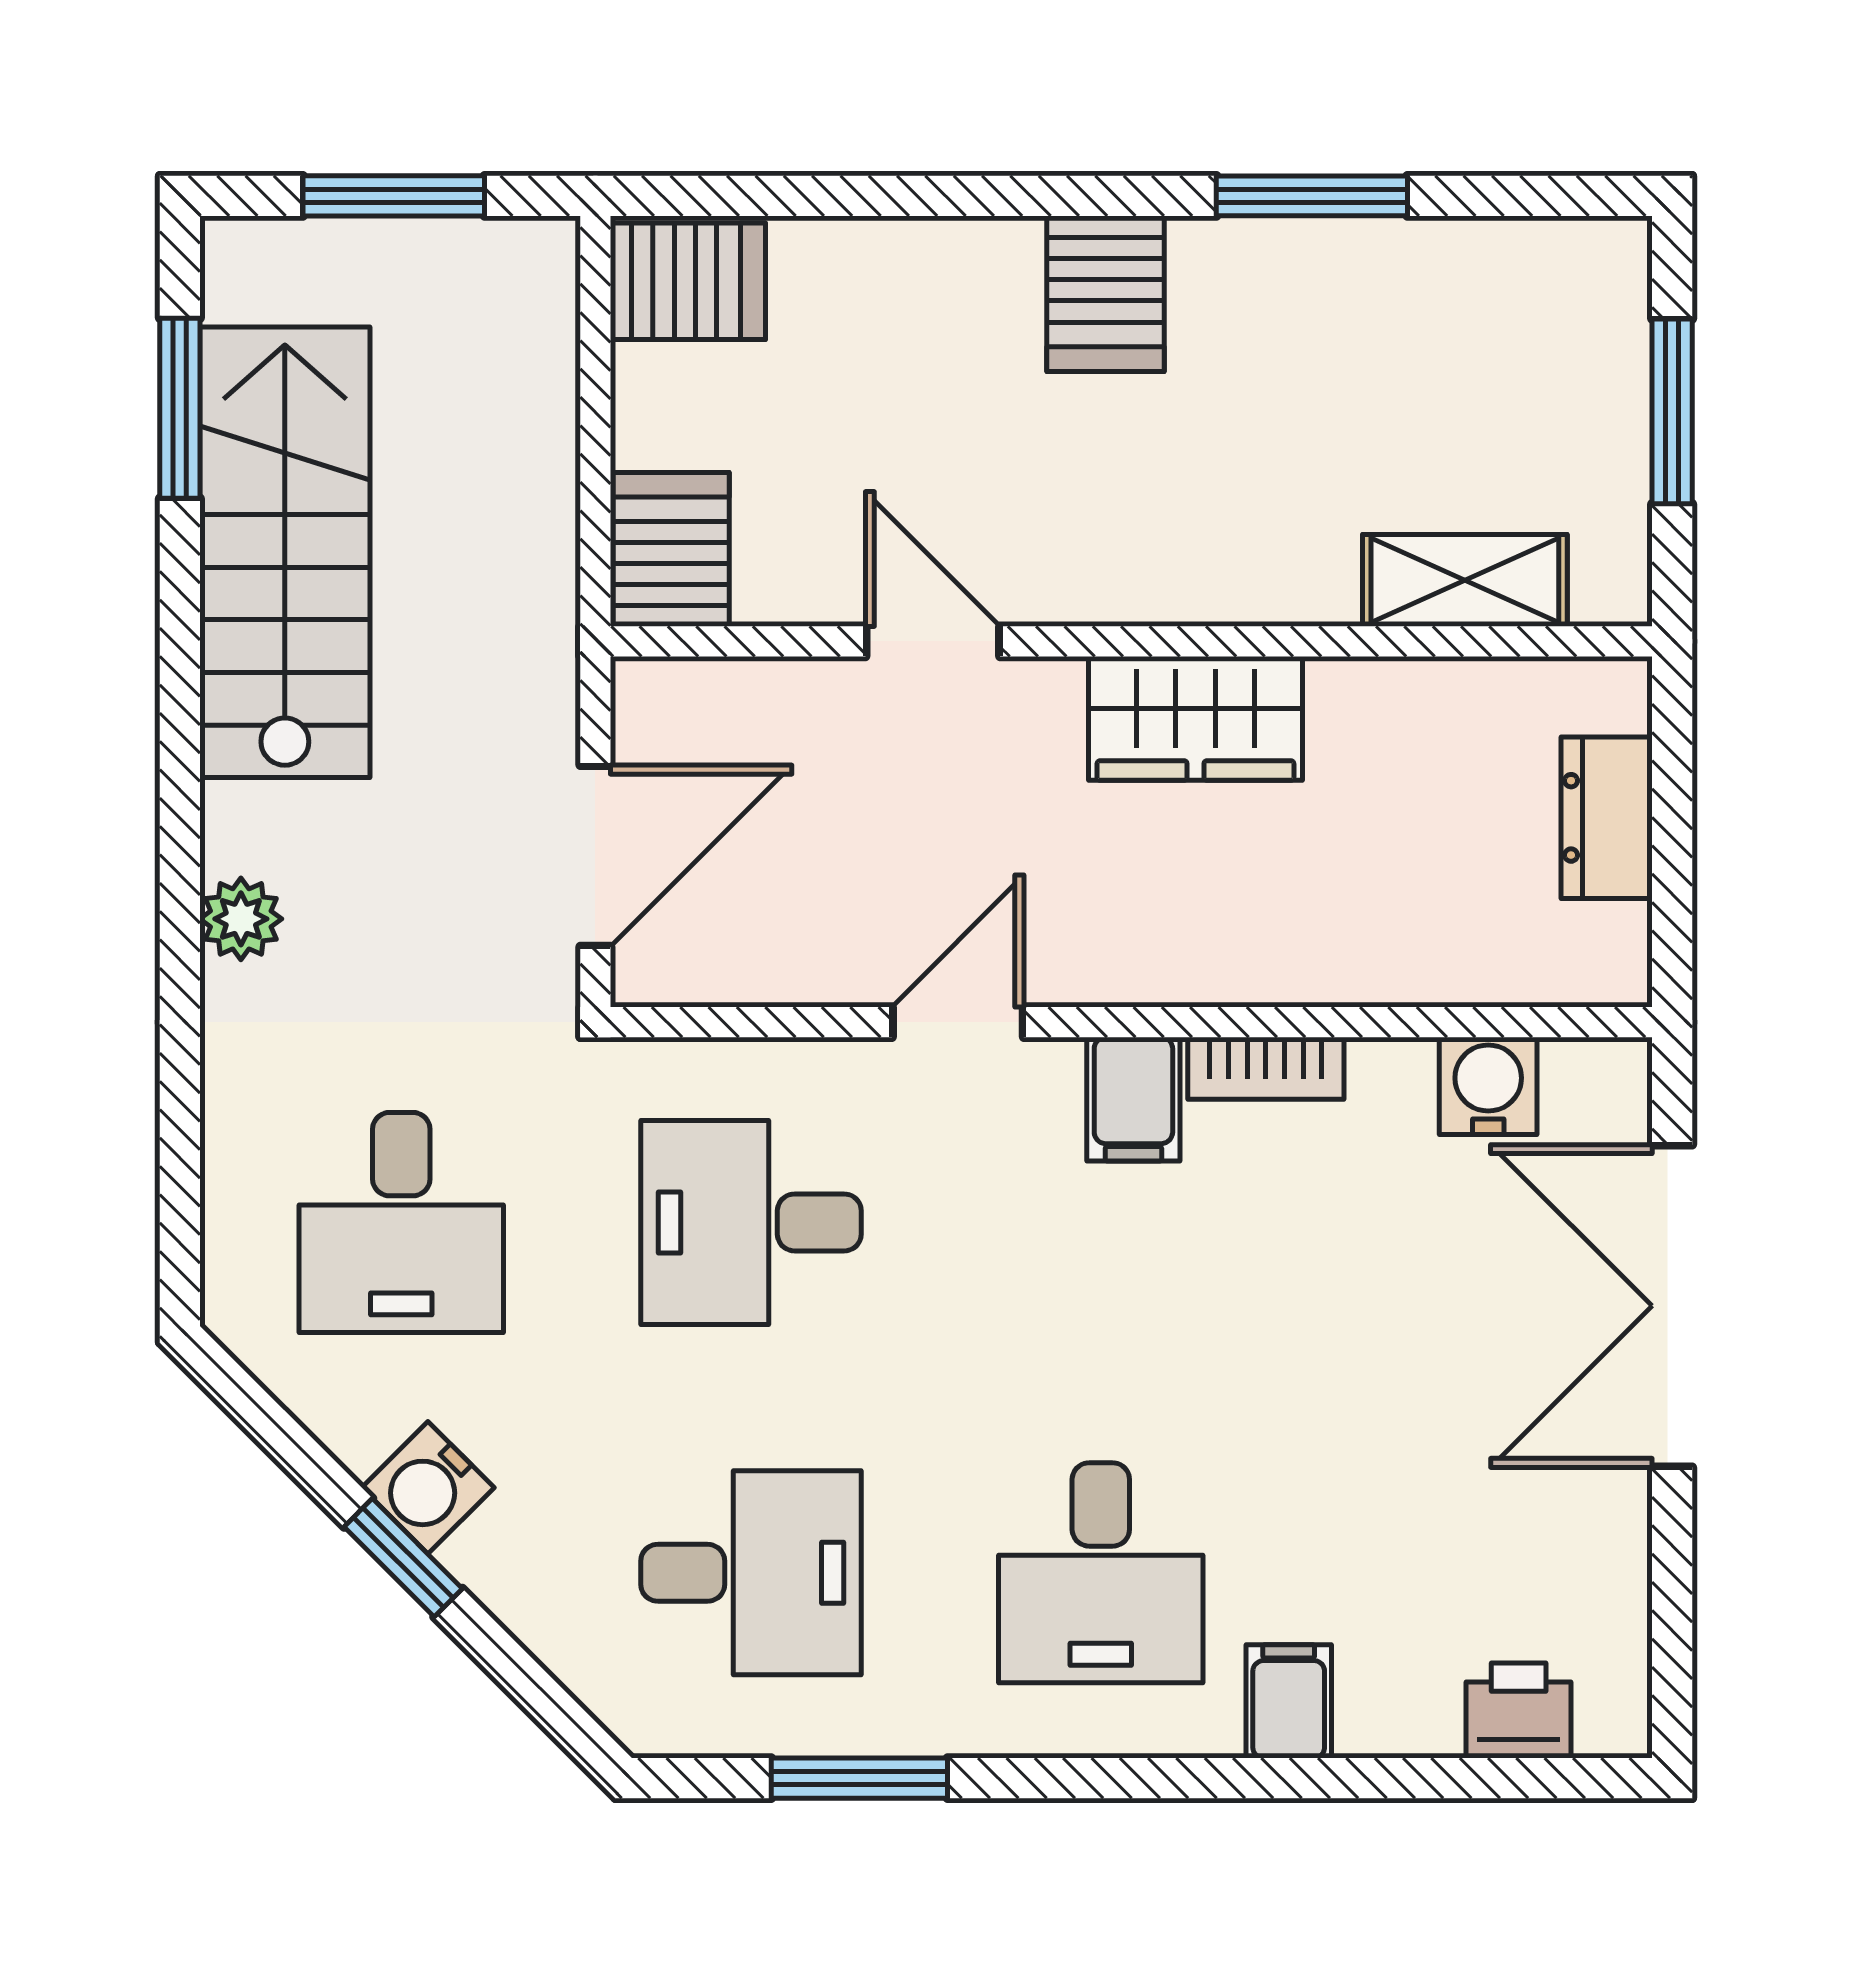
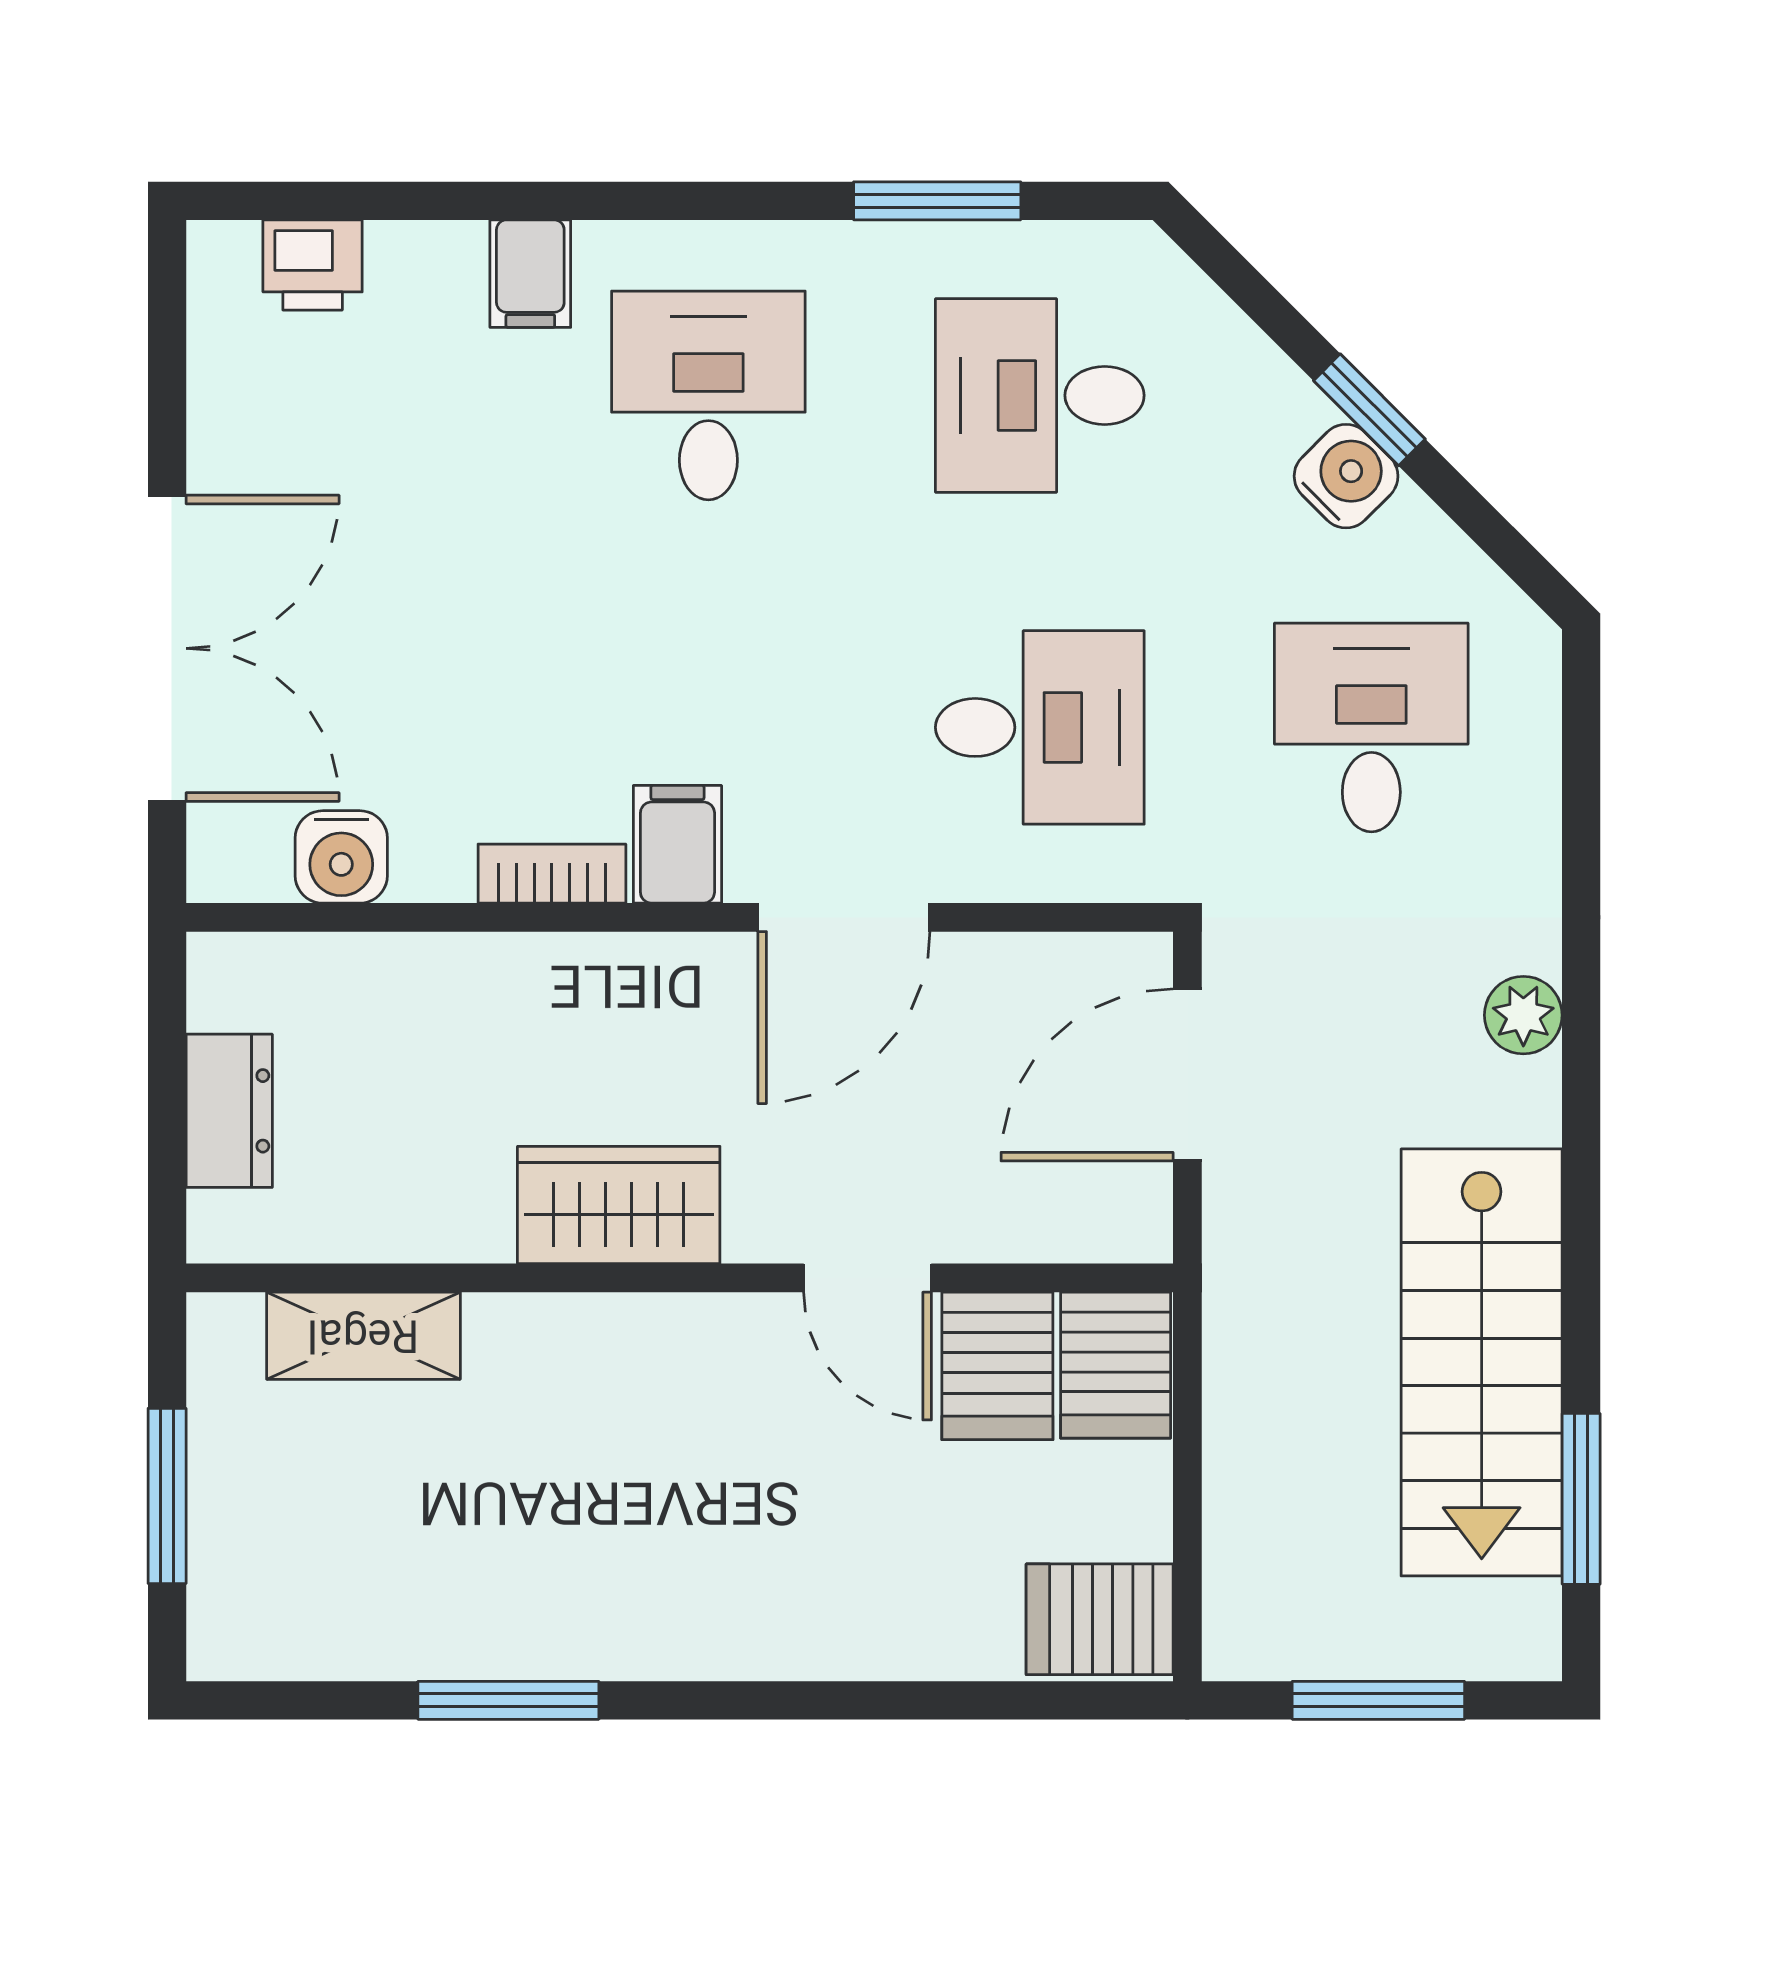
server rack: (1106, 294) -> (997, 1366), moved, turned 180
door: (958, 1022) -> (844, 917), width x1.38

